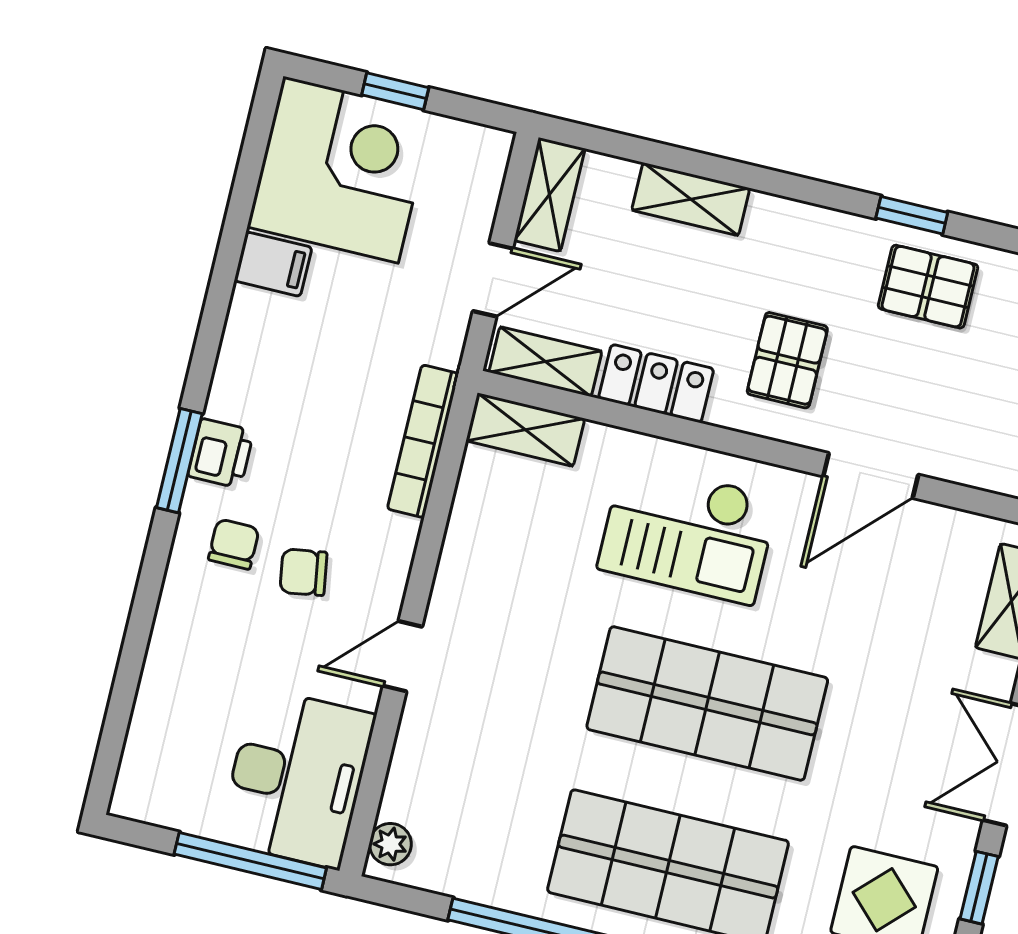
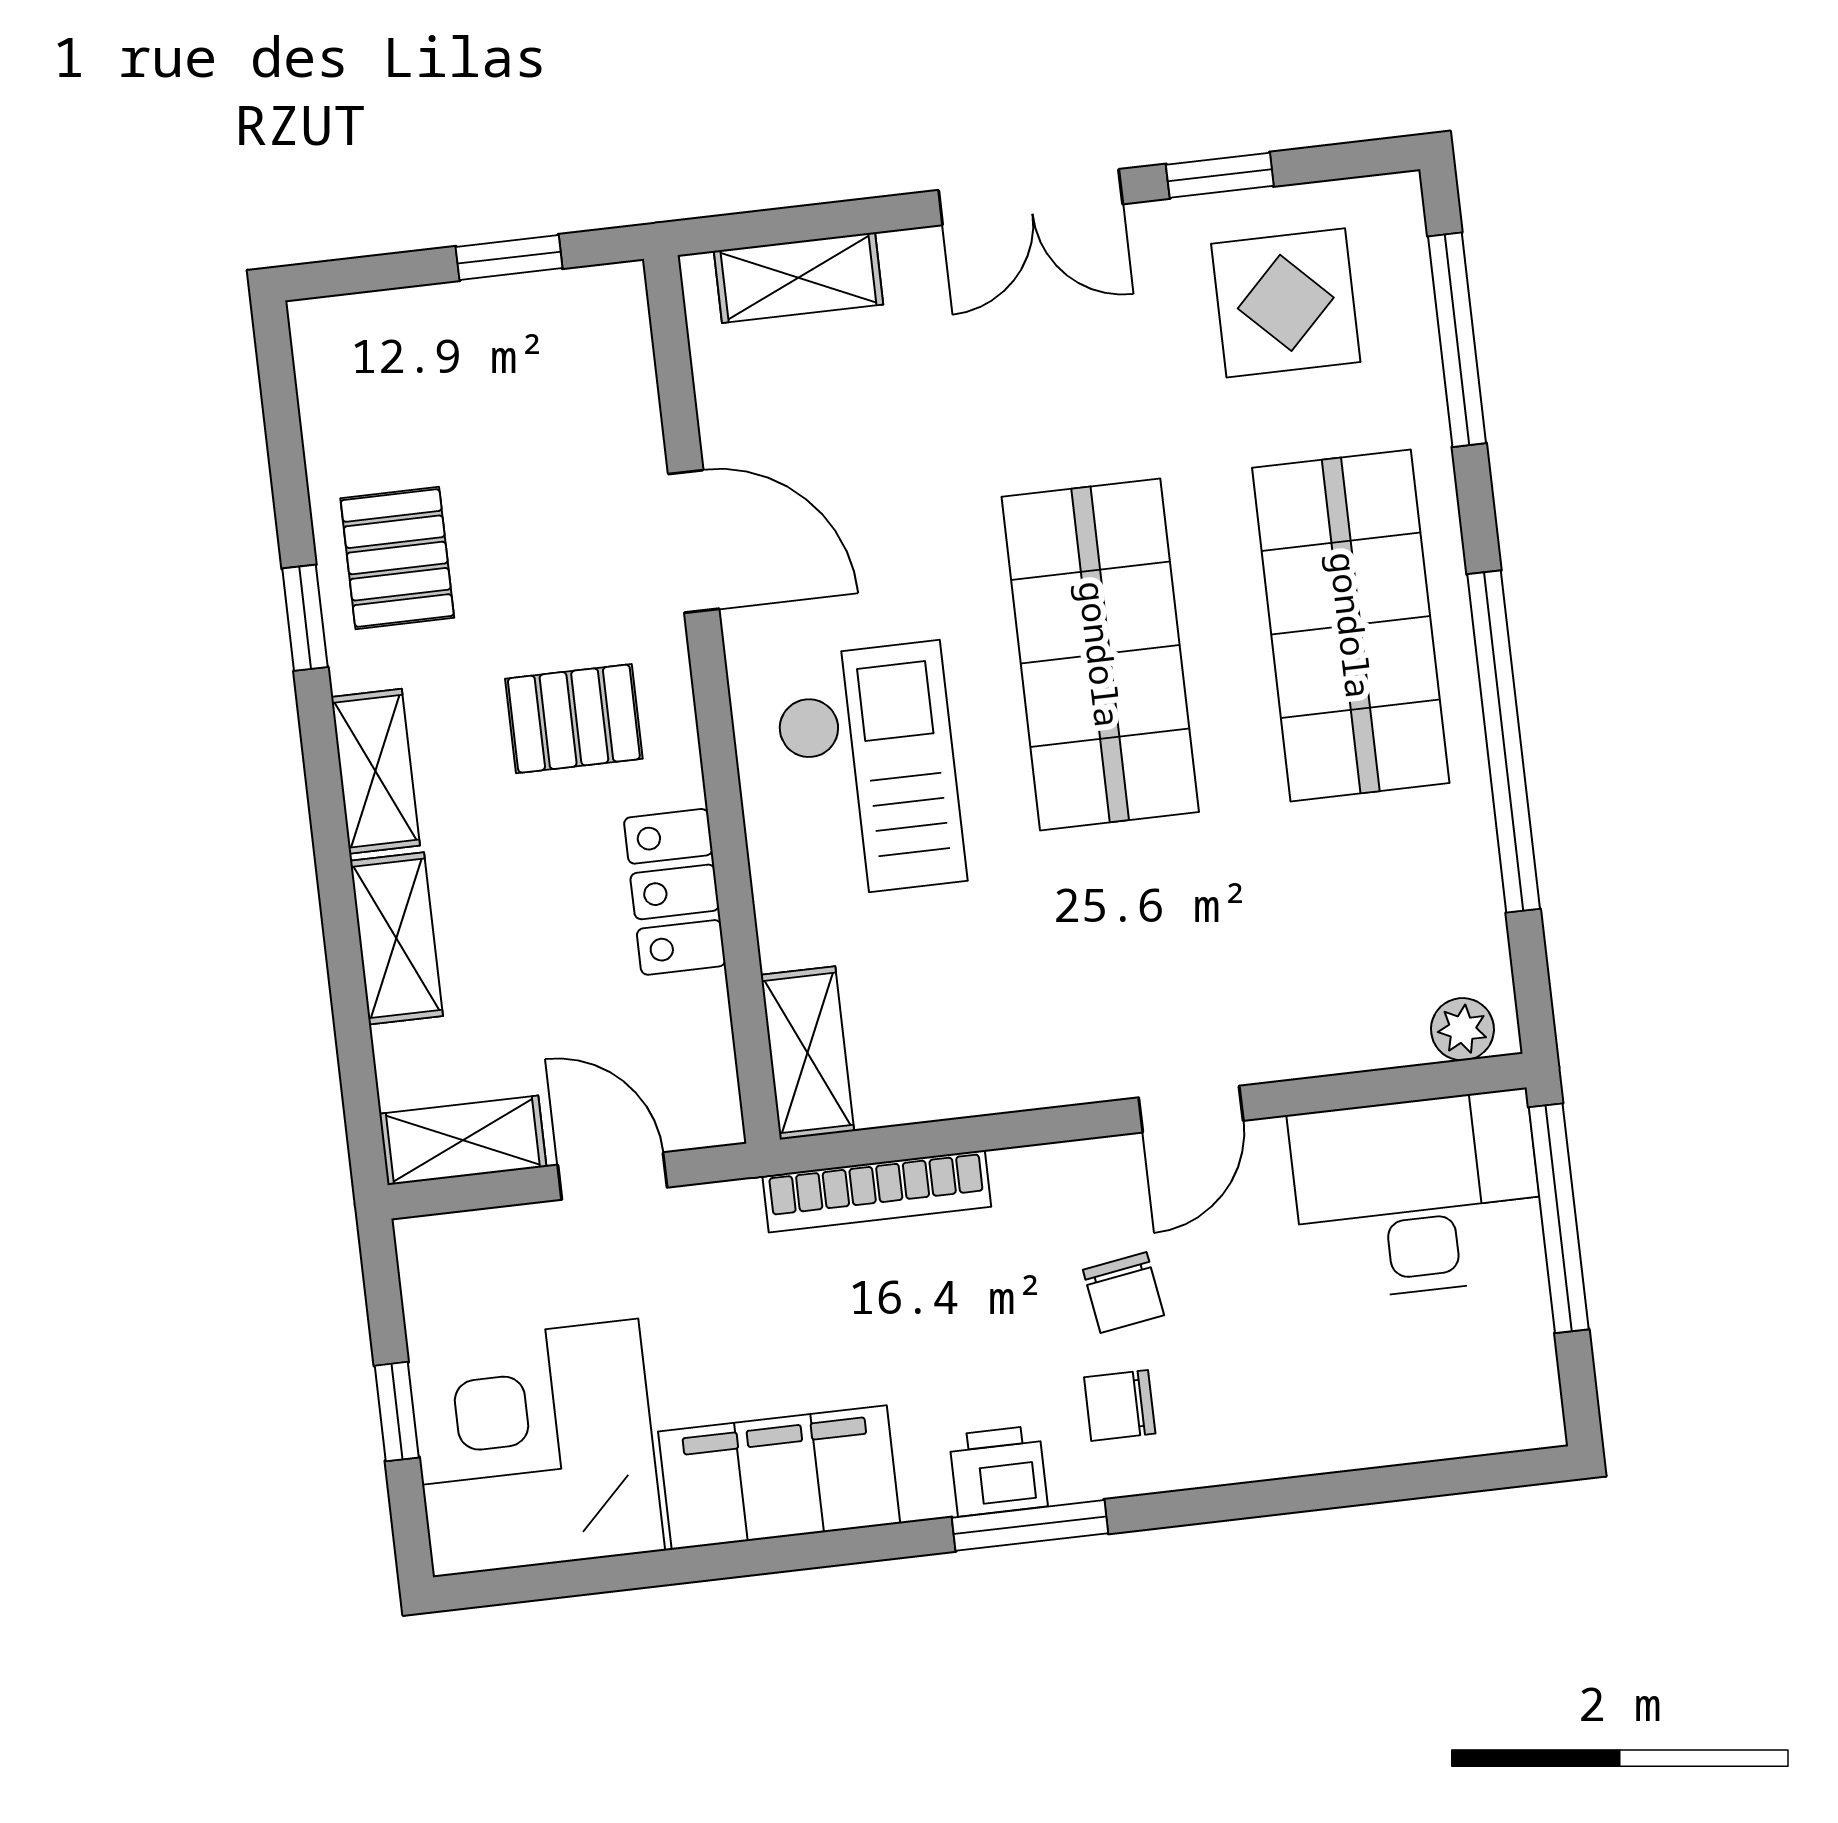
filing cabinet: (273, 264) -> (779, 1477), width x3.00, depth x1.17
shelving: (545, 362) -> (375, 771), moved
door: (403, 656) -> (1191, 1109), hinge flipped

